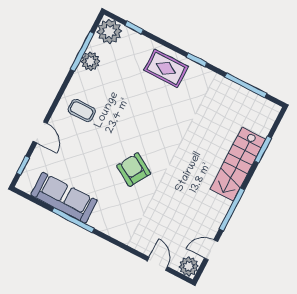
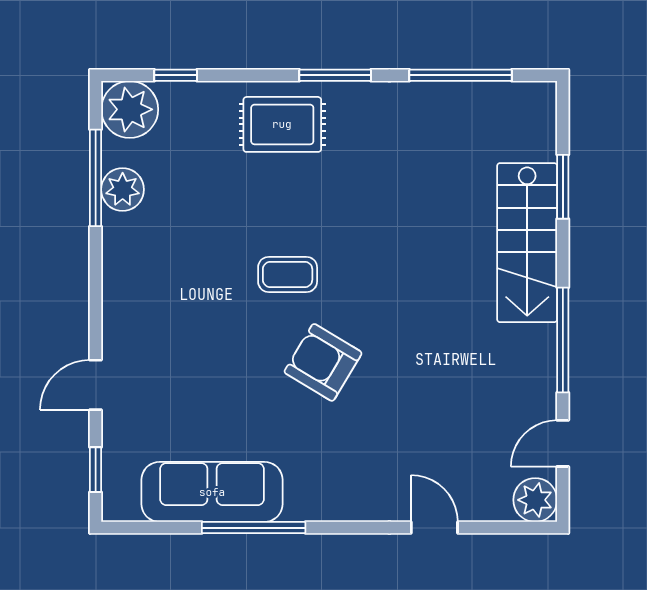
window: (197, 60) -> (335, 75), width x1.50
coffee table: (82, 110) -> (288, 274), moved
door: (40, 132) -> (96, 385), swing flipped
door: (157, 264) -> (434, 528), moved

